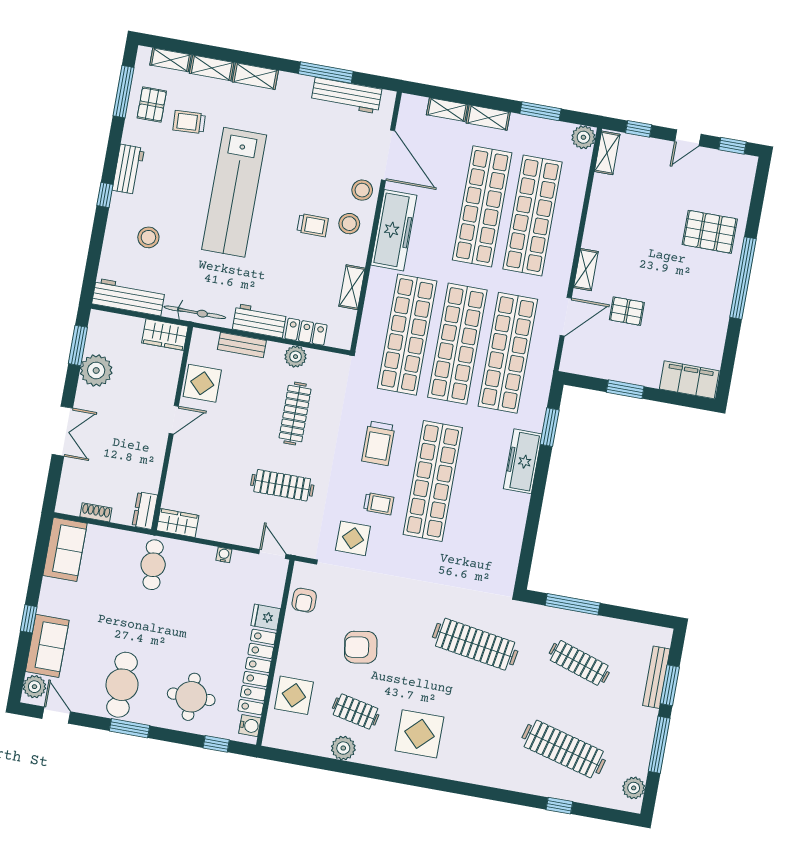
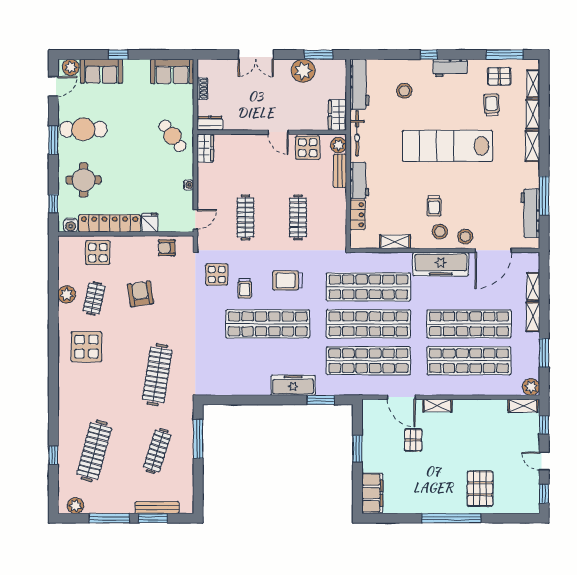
plant: (296, 357) -> (338, 145), moved
clothes rail: (295, 414) -> (298, 217), turned 90
cafe table: (153, 565) -> (173, 136), turned 58

